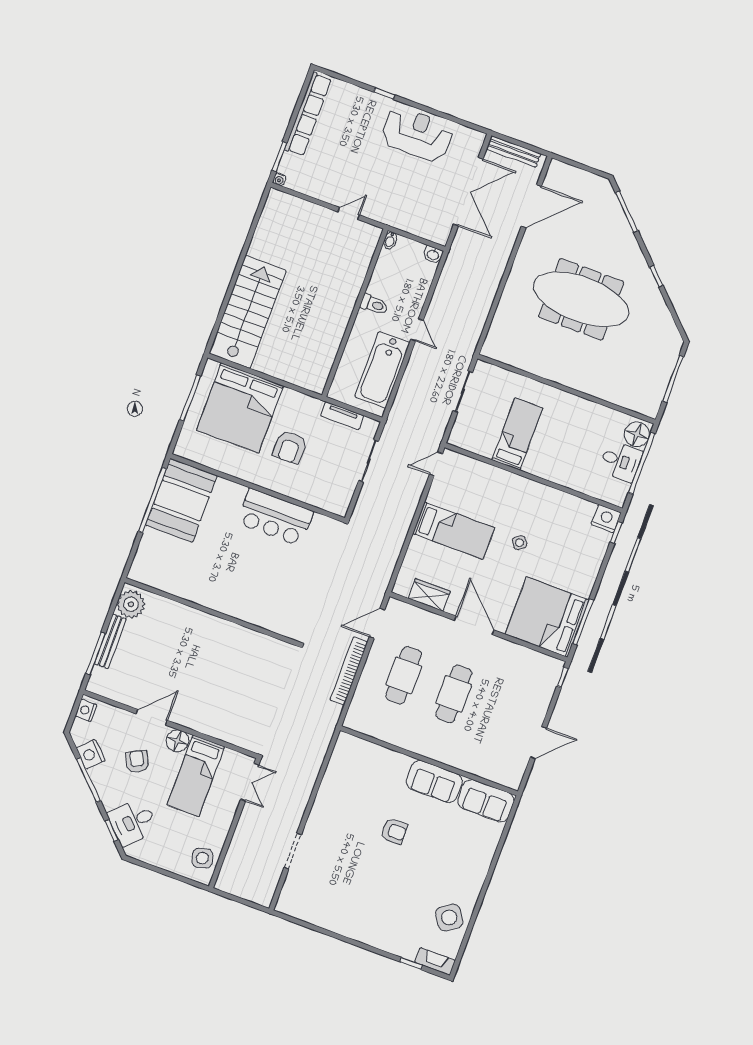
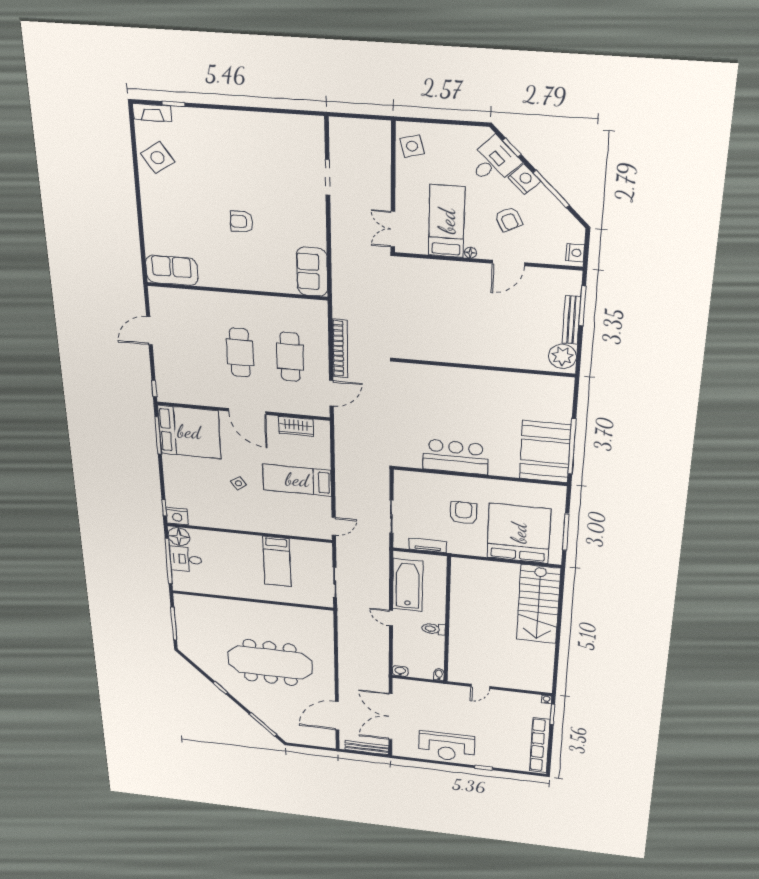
floor lamp: (637, 434) -> (179, 537), moved
floor lamp: (177, 741) -> (470, 253), width x0.53, depth x0.53
nightstand: (91, 754) -> (524, 179), moved
sofa: (434, 782) -> (312, 272), moved, turned -90

